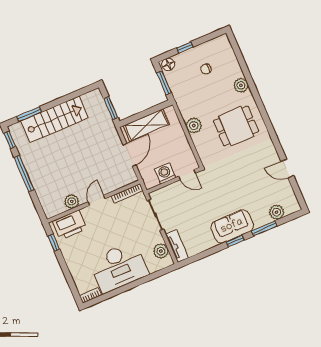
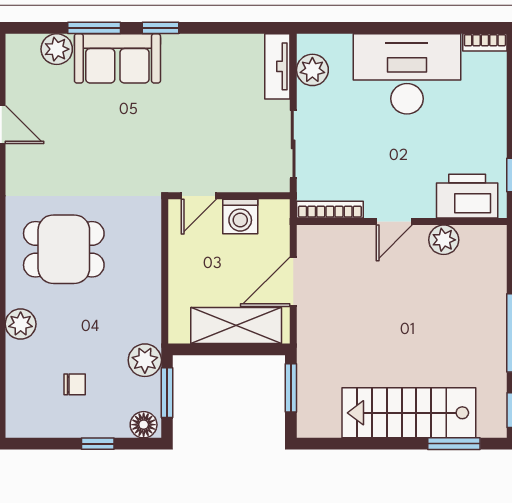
plant: (194, 126) -> (145, 360), moved
door: (187, 175) -> (199, 196), swing flipped
sofa: (232, 226) -> (117, 58), moved

